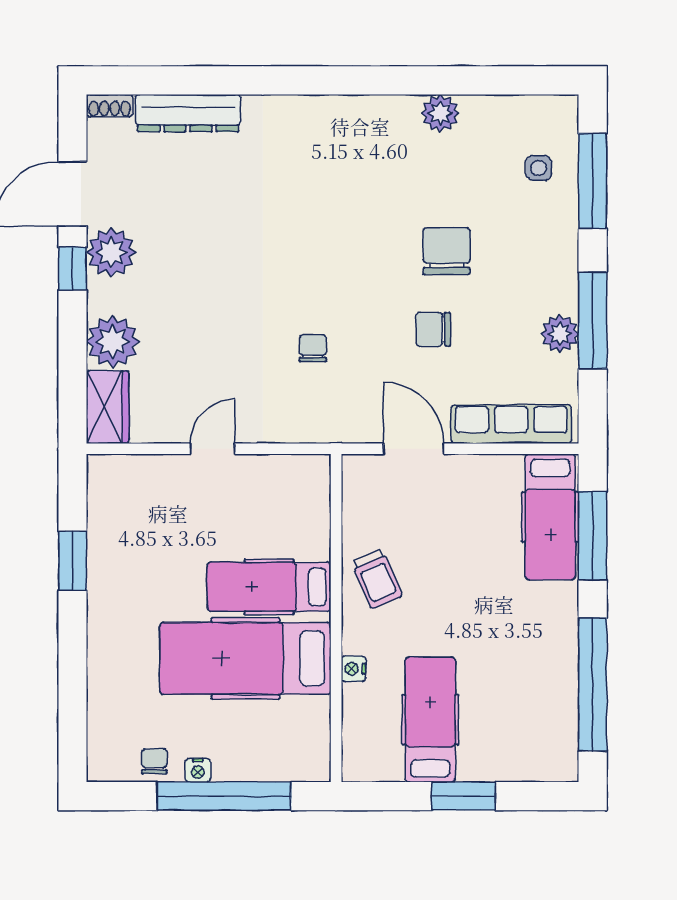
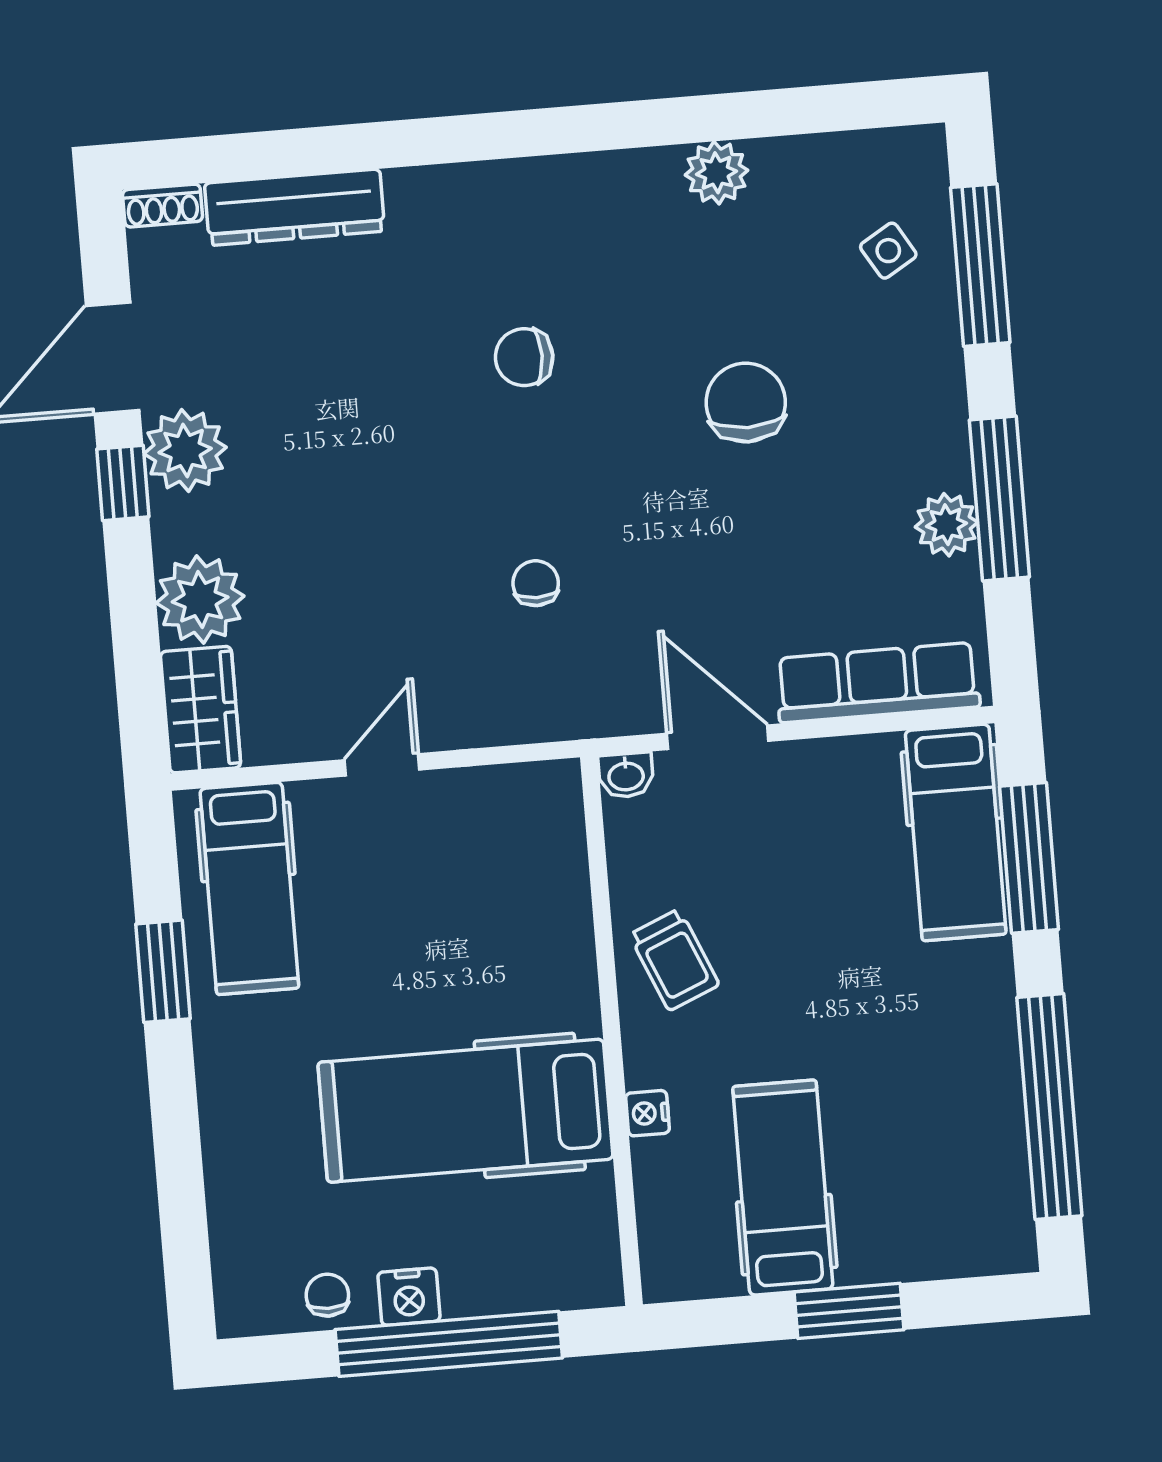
side table: (539, 168) -> (888, 251), turned -31
chair: (433, 329) -> (524, 357), moved
washbasin: (357, 467) -> (626, 775), added
hospital bed: (269, 587) -> (249, 888), moved, turned -90
nightstand: (198, 770) -> (409, 1297), width x1.39, depth x1.35

